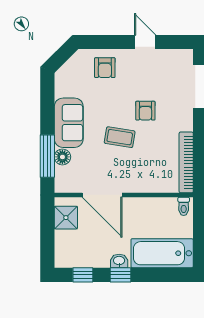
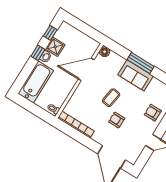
window: (47, 156) -> (141, 63), moved
floor lamp: (62, 157) -> (105, 52), moved
shower: (66, 218) -> (55, 47), moved

